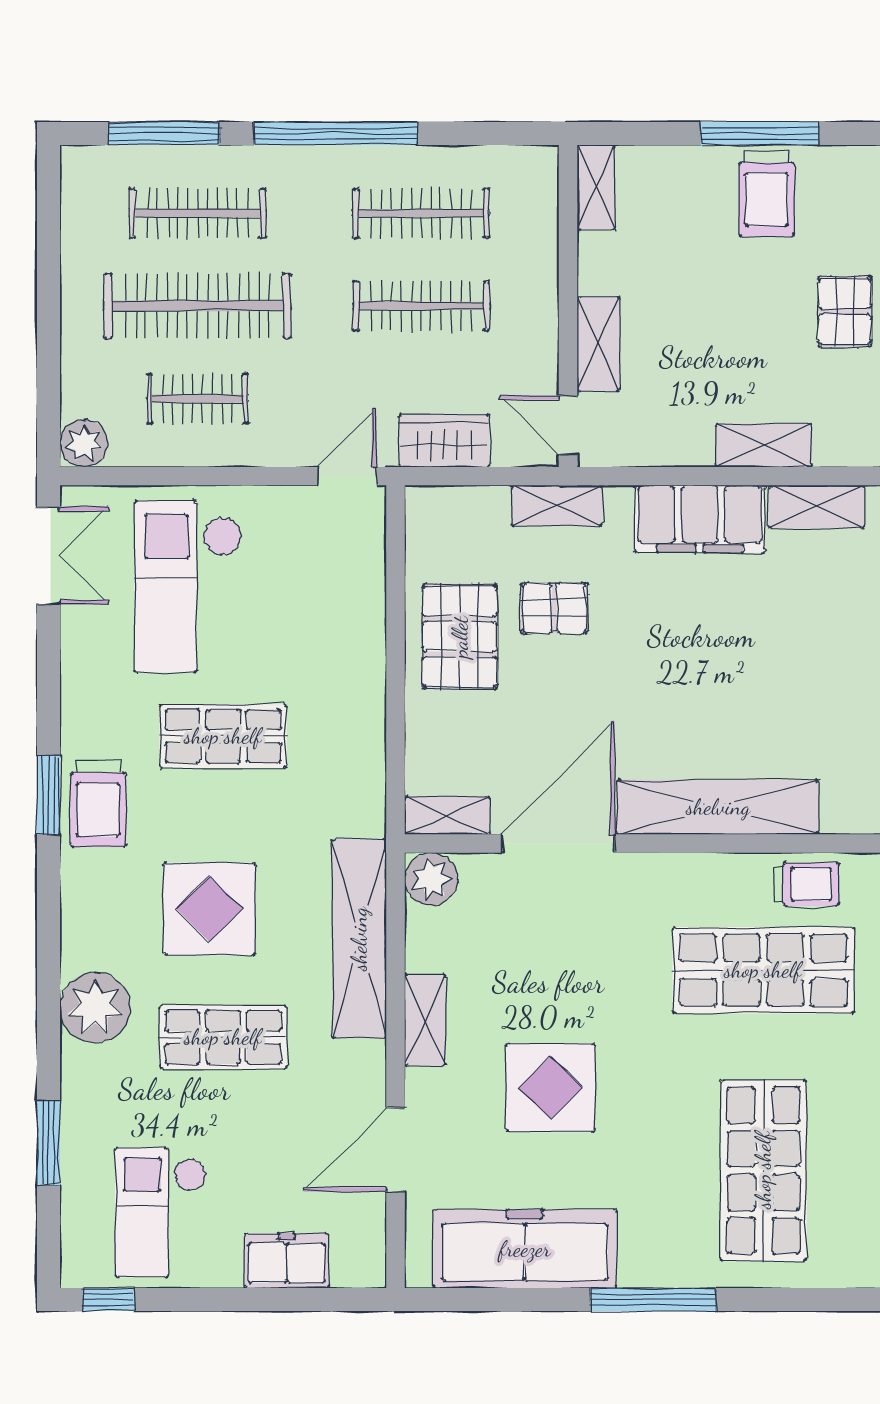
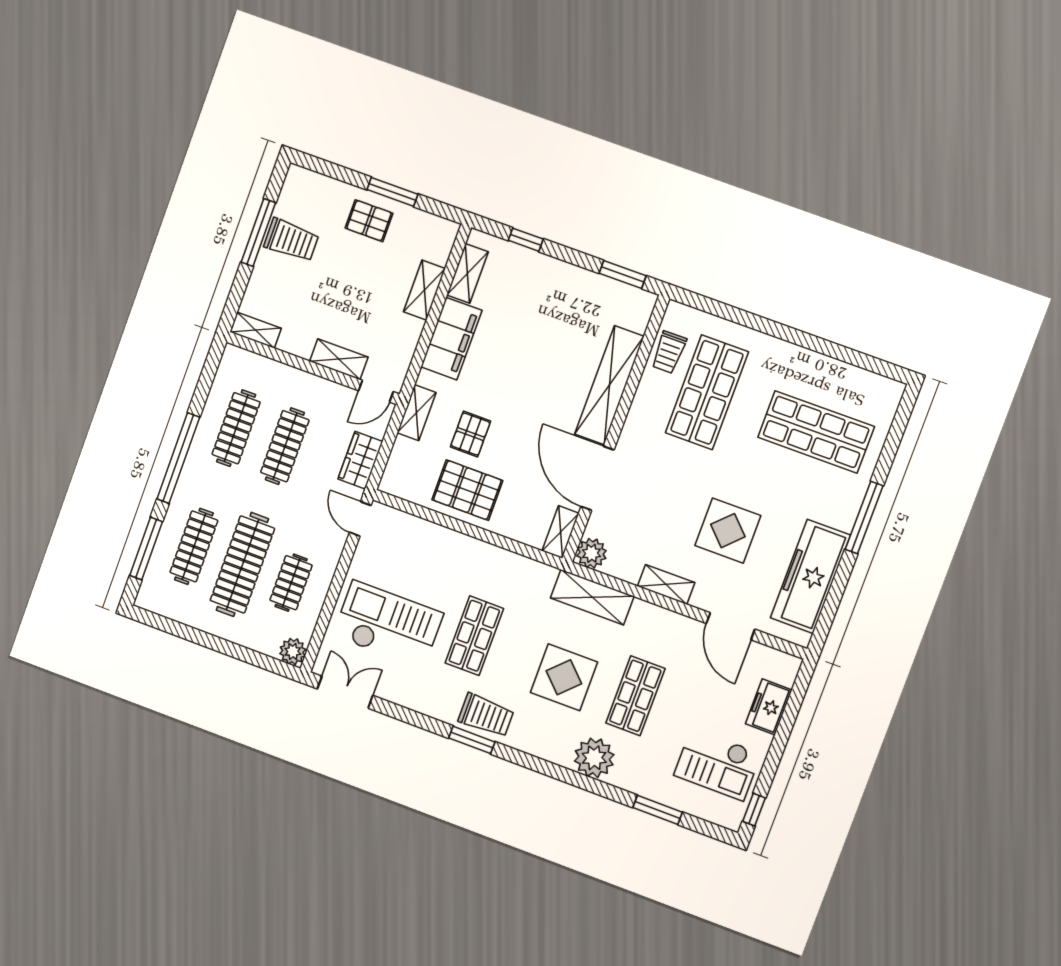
checkout: (188, 586) -> (388, 625), turned 180
trolley: (806, 884) -> (669, 352), turned 180
shelving: (359, 939) -> (592, 597), width x0.68

